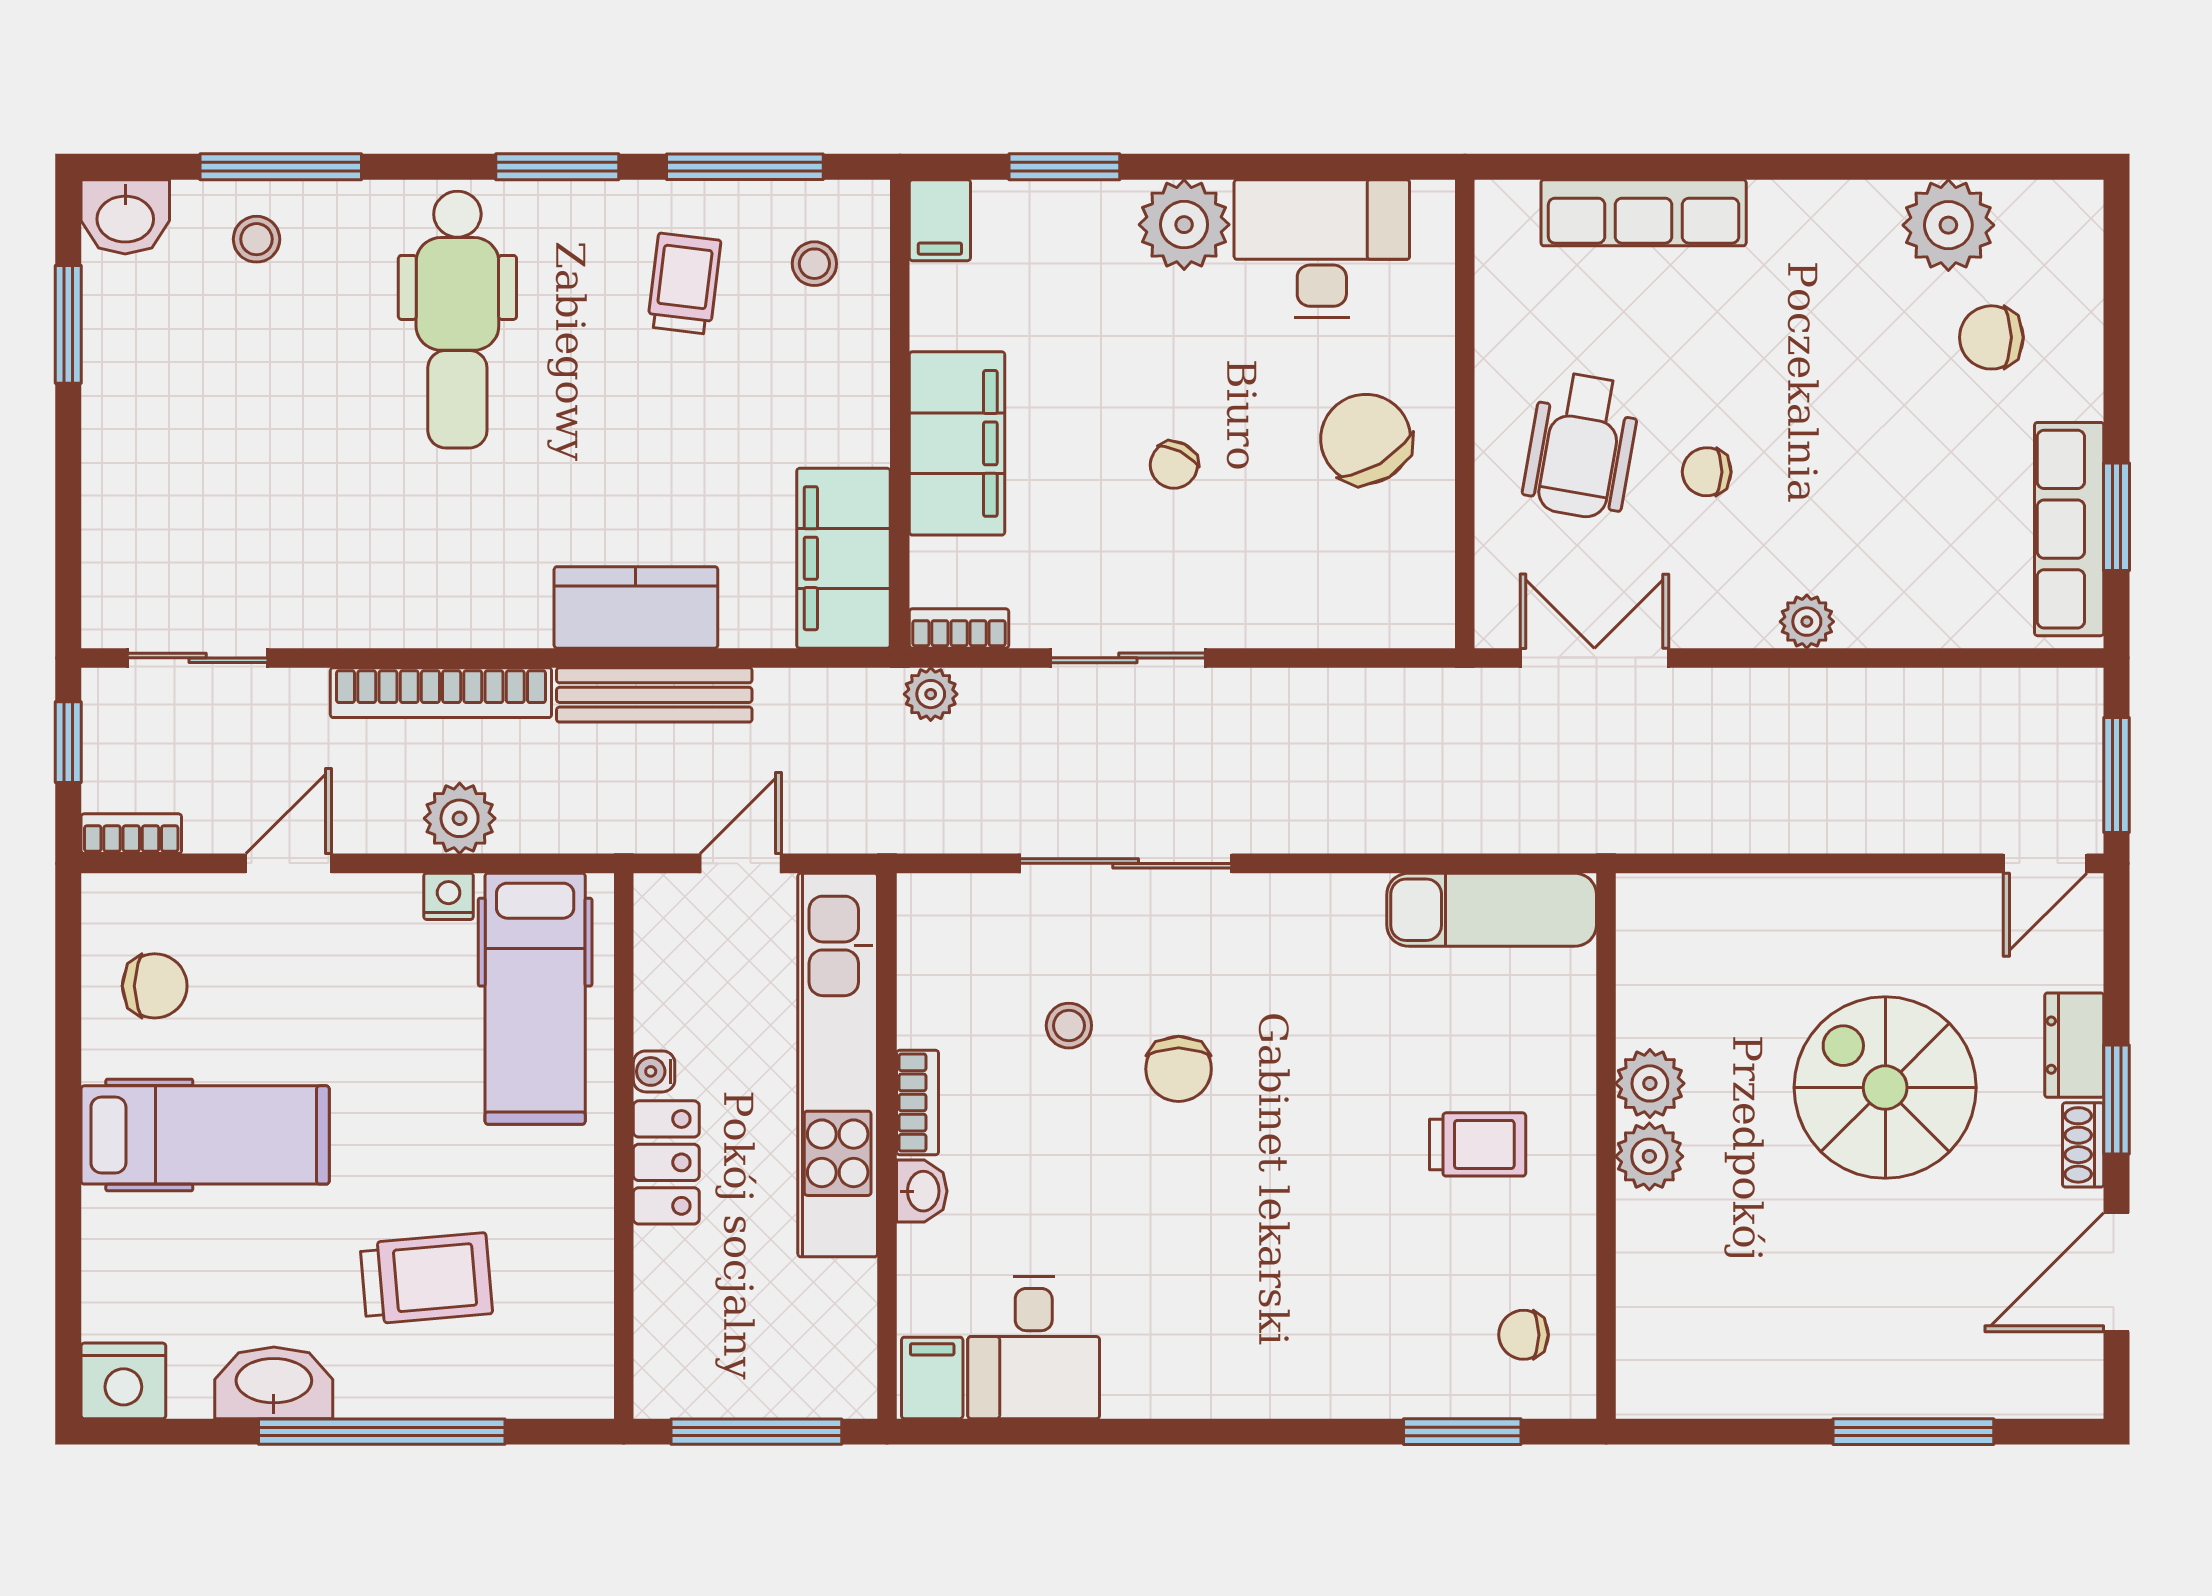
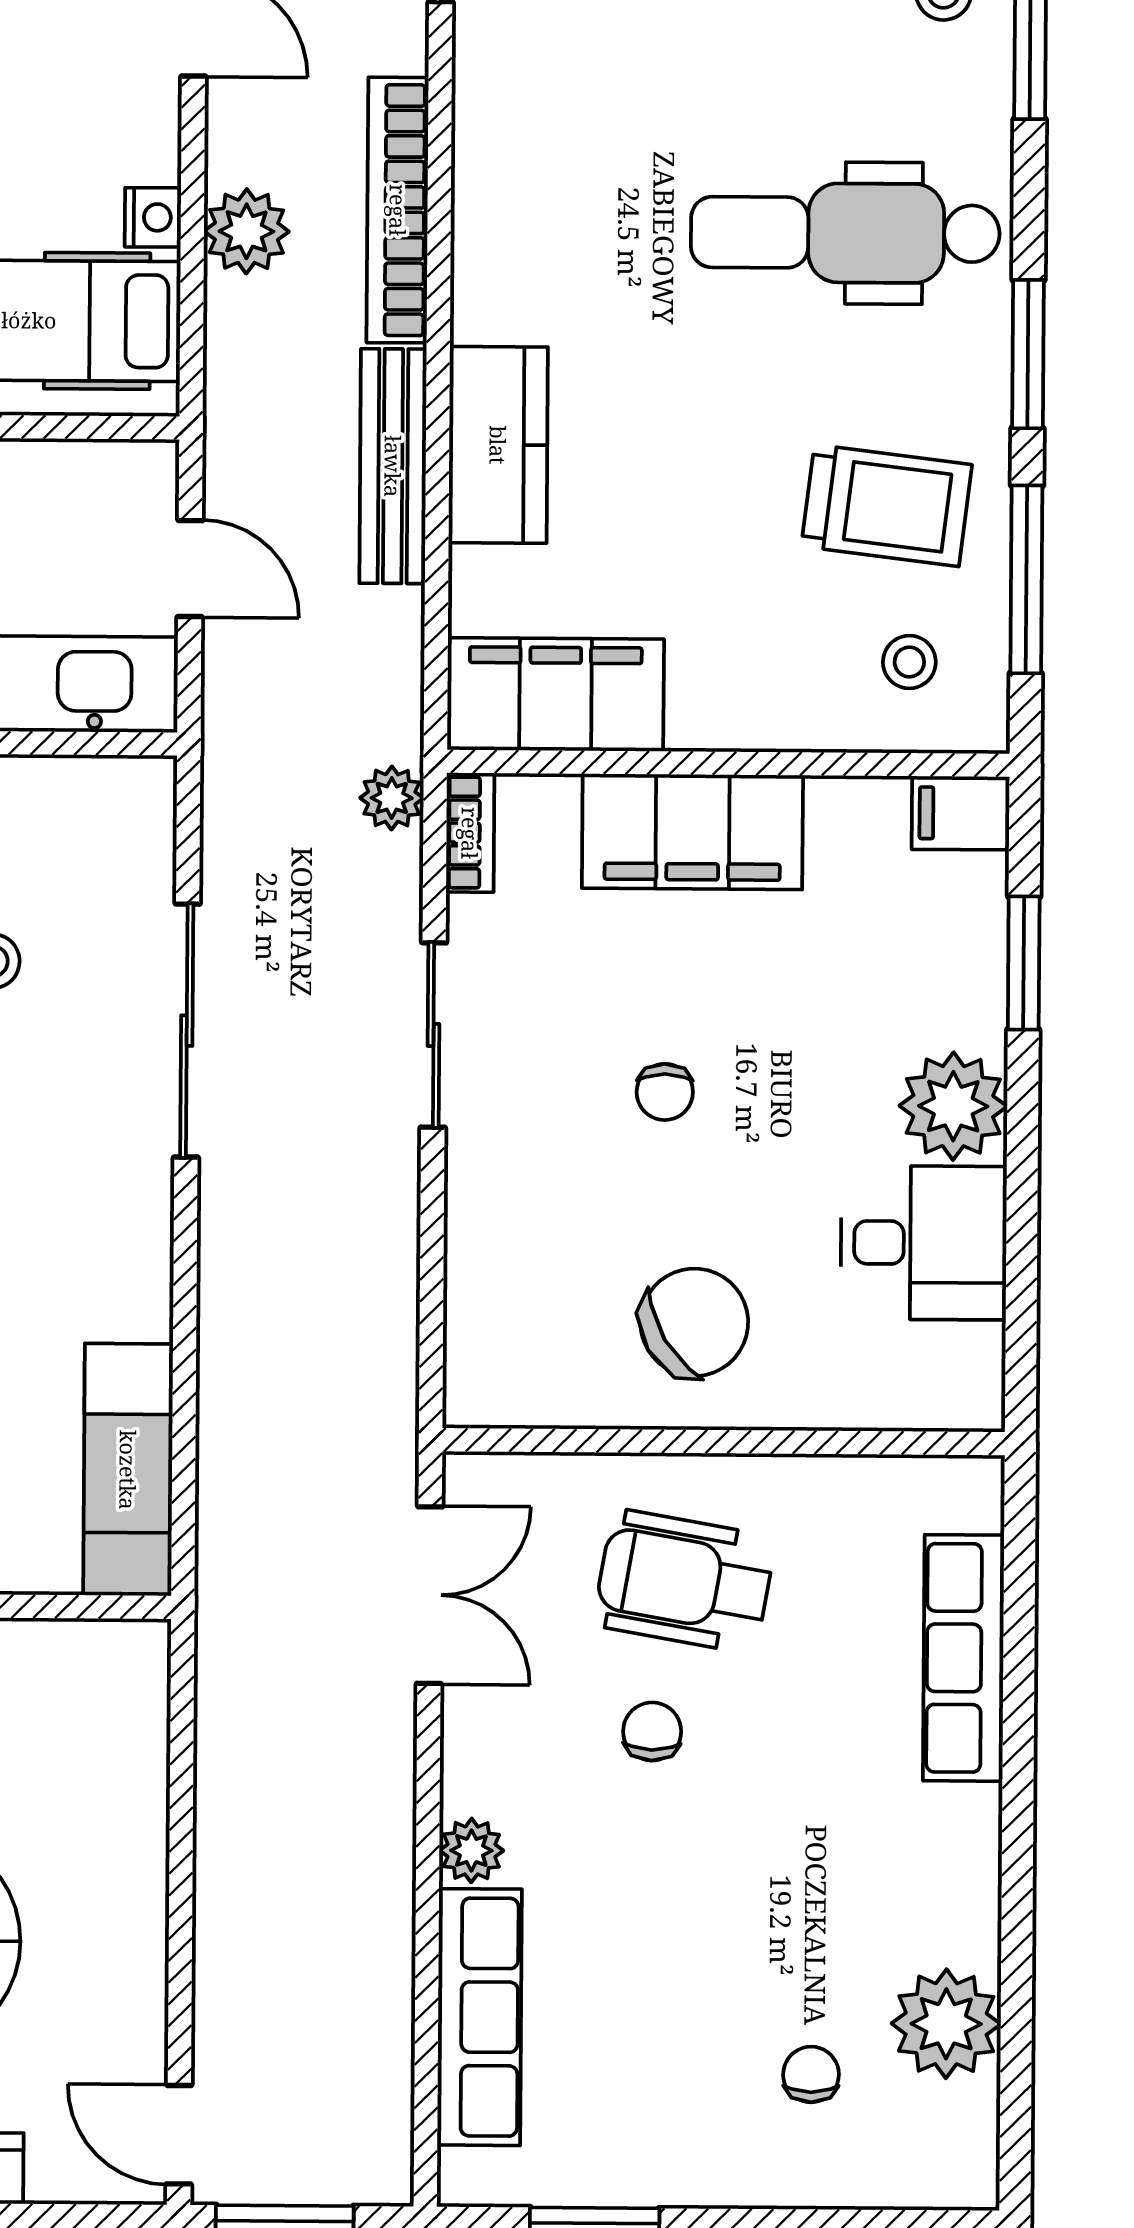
desk: (1322, 248) -> (924, 1243), width x0.73
trolley: (684, 284) -> (887, 505), width x1.36, depth x1.39
chair: (1991, 337) -> (811, 2074), width x0.73, depth x0.73
chair: (1174, 465) -> (665, 1092), turned -117
row of seats: (2069, 529) -> (480, 2017), moved, turned 90

